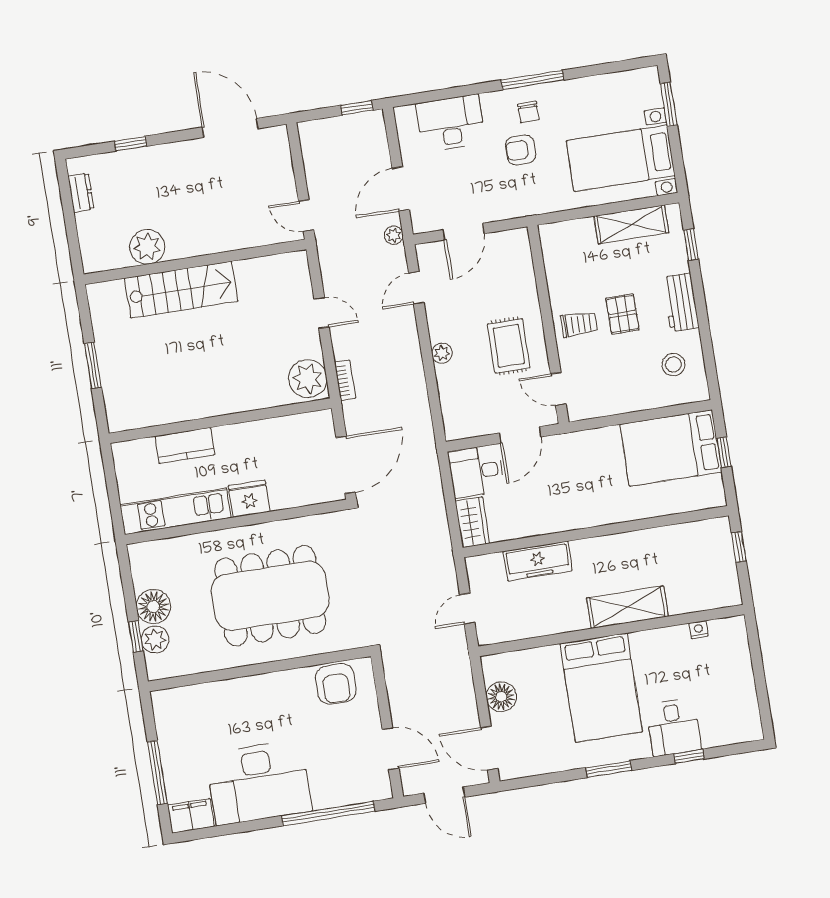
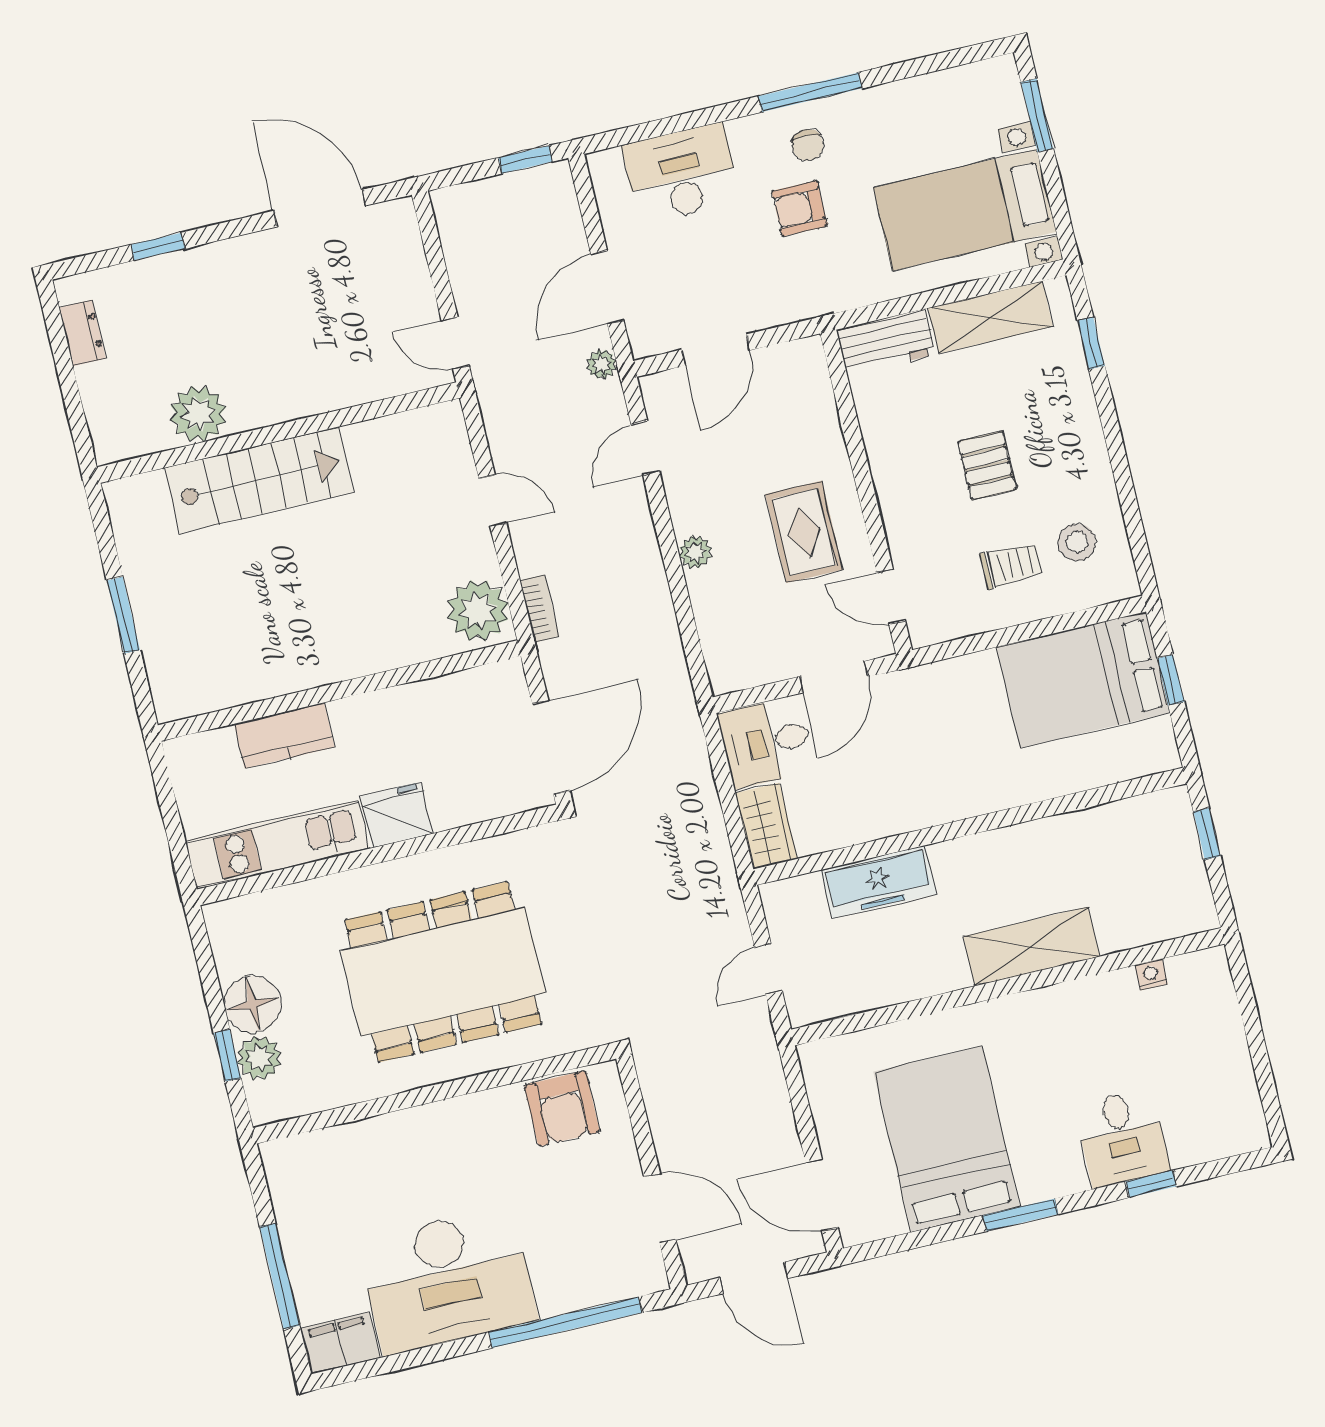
workbench: (681, 302) -> (886, 342), moved, turned -90
trolley: (579, 324) -> (1011, 565), moved
bed: (601, 688) -> (947, 1139), moved, turned 180
floor lamp: (501, 697) -> (835, 1109), removed

